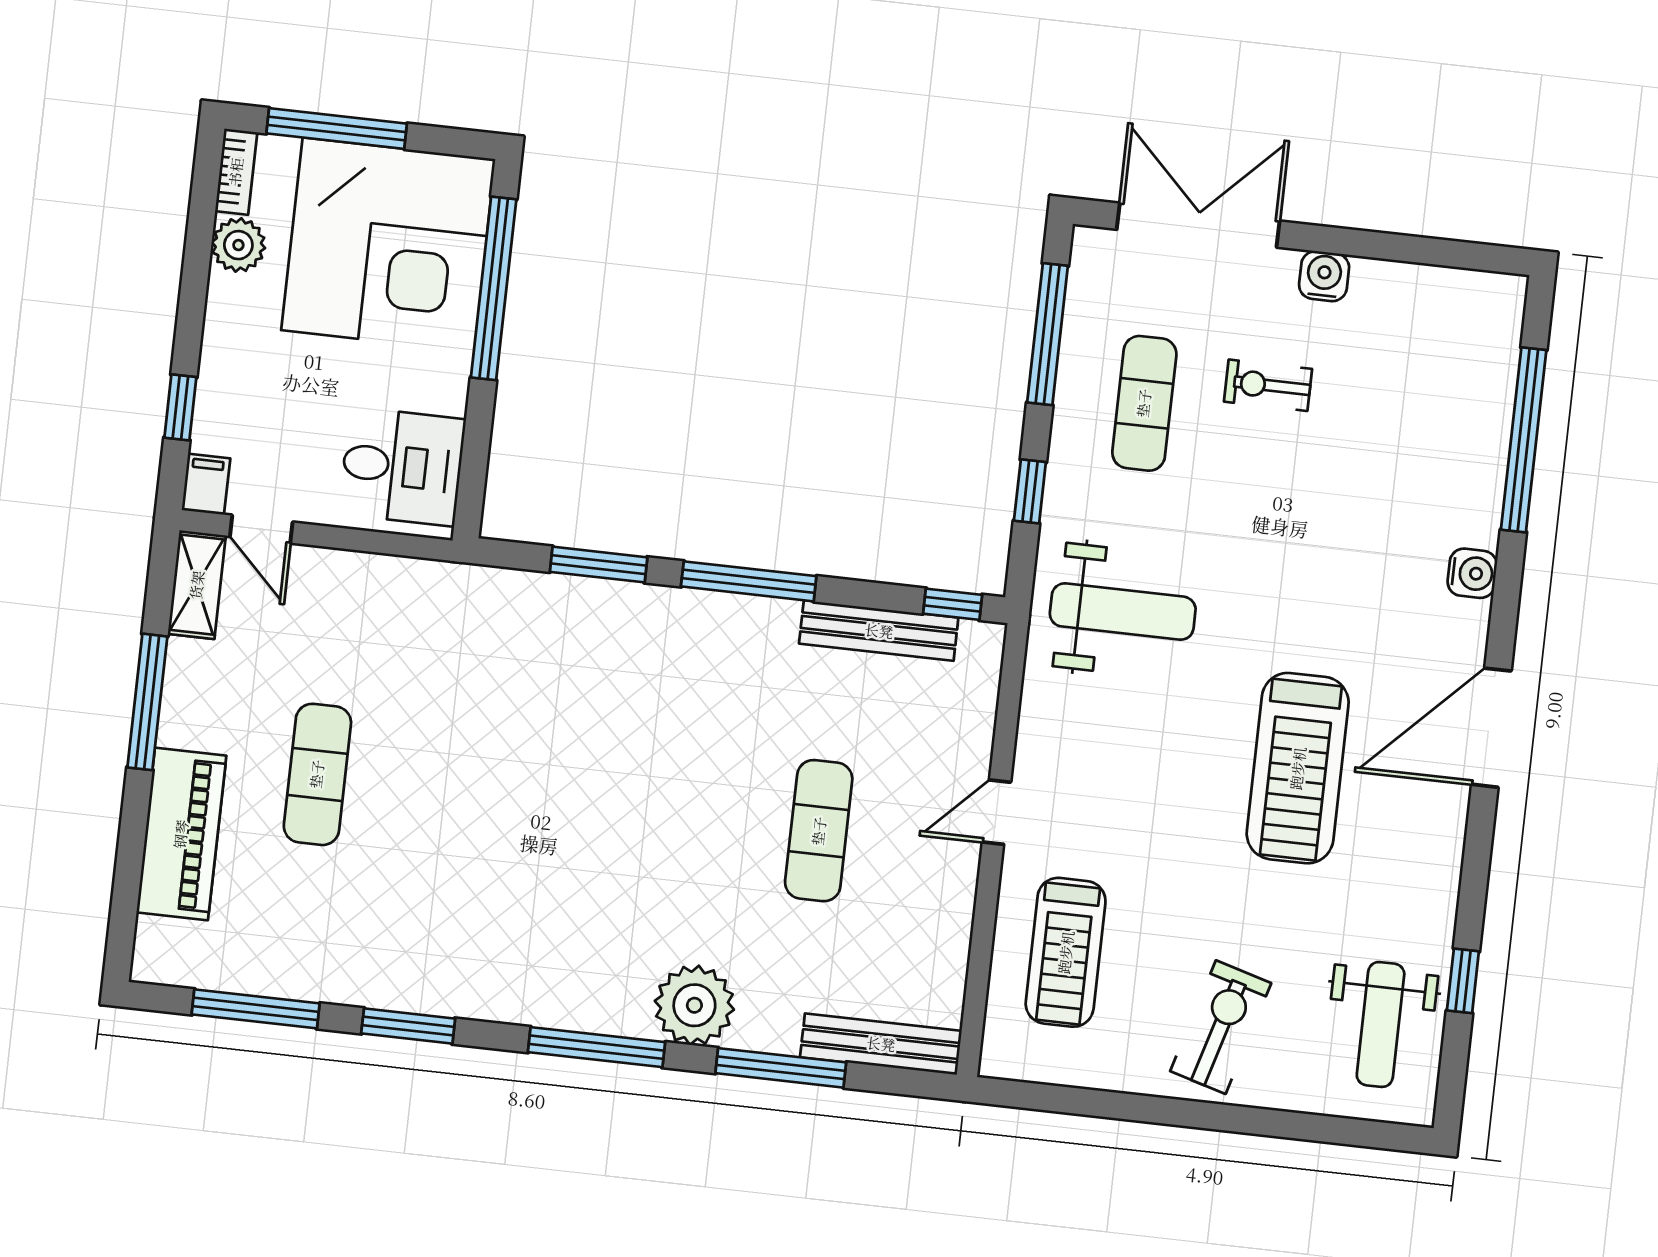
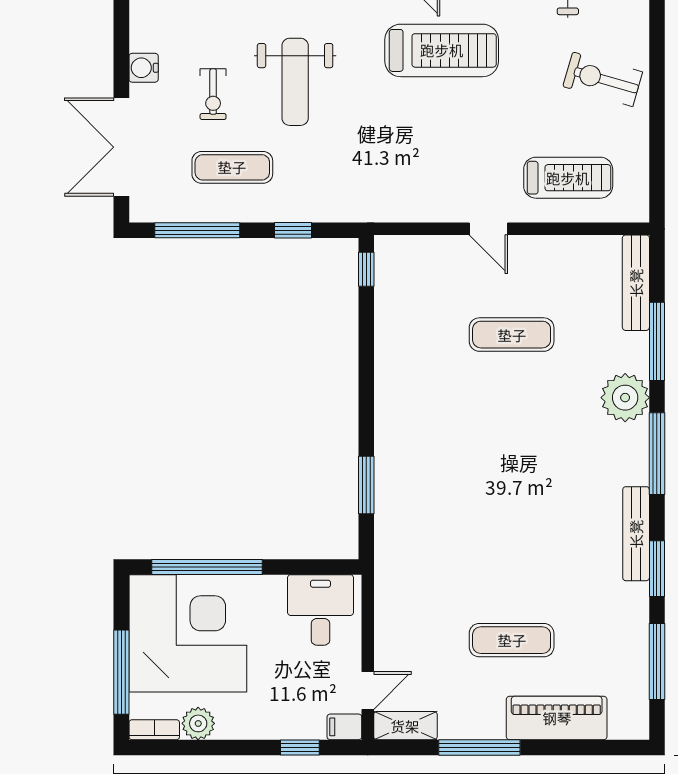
window: (749, 581) -> (366, 394), removed
weight bench: (1123, 612) -> (295, 82), moved, turned 180
bench: (879, 631) -> (636, 534), moved

